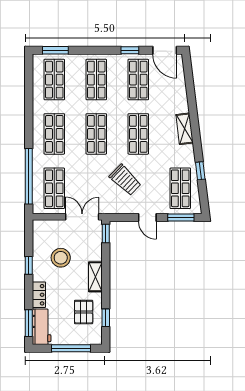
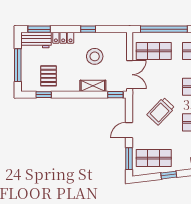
shelving: (95, 277) -> (93, 86), moved
pallet: (84, 312) -> (49, 76), turned 90

